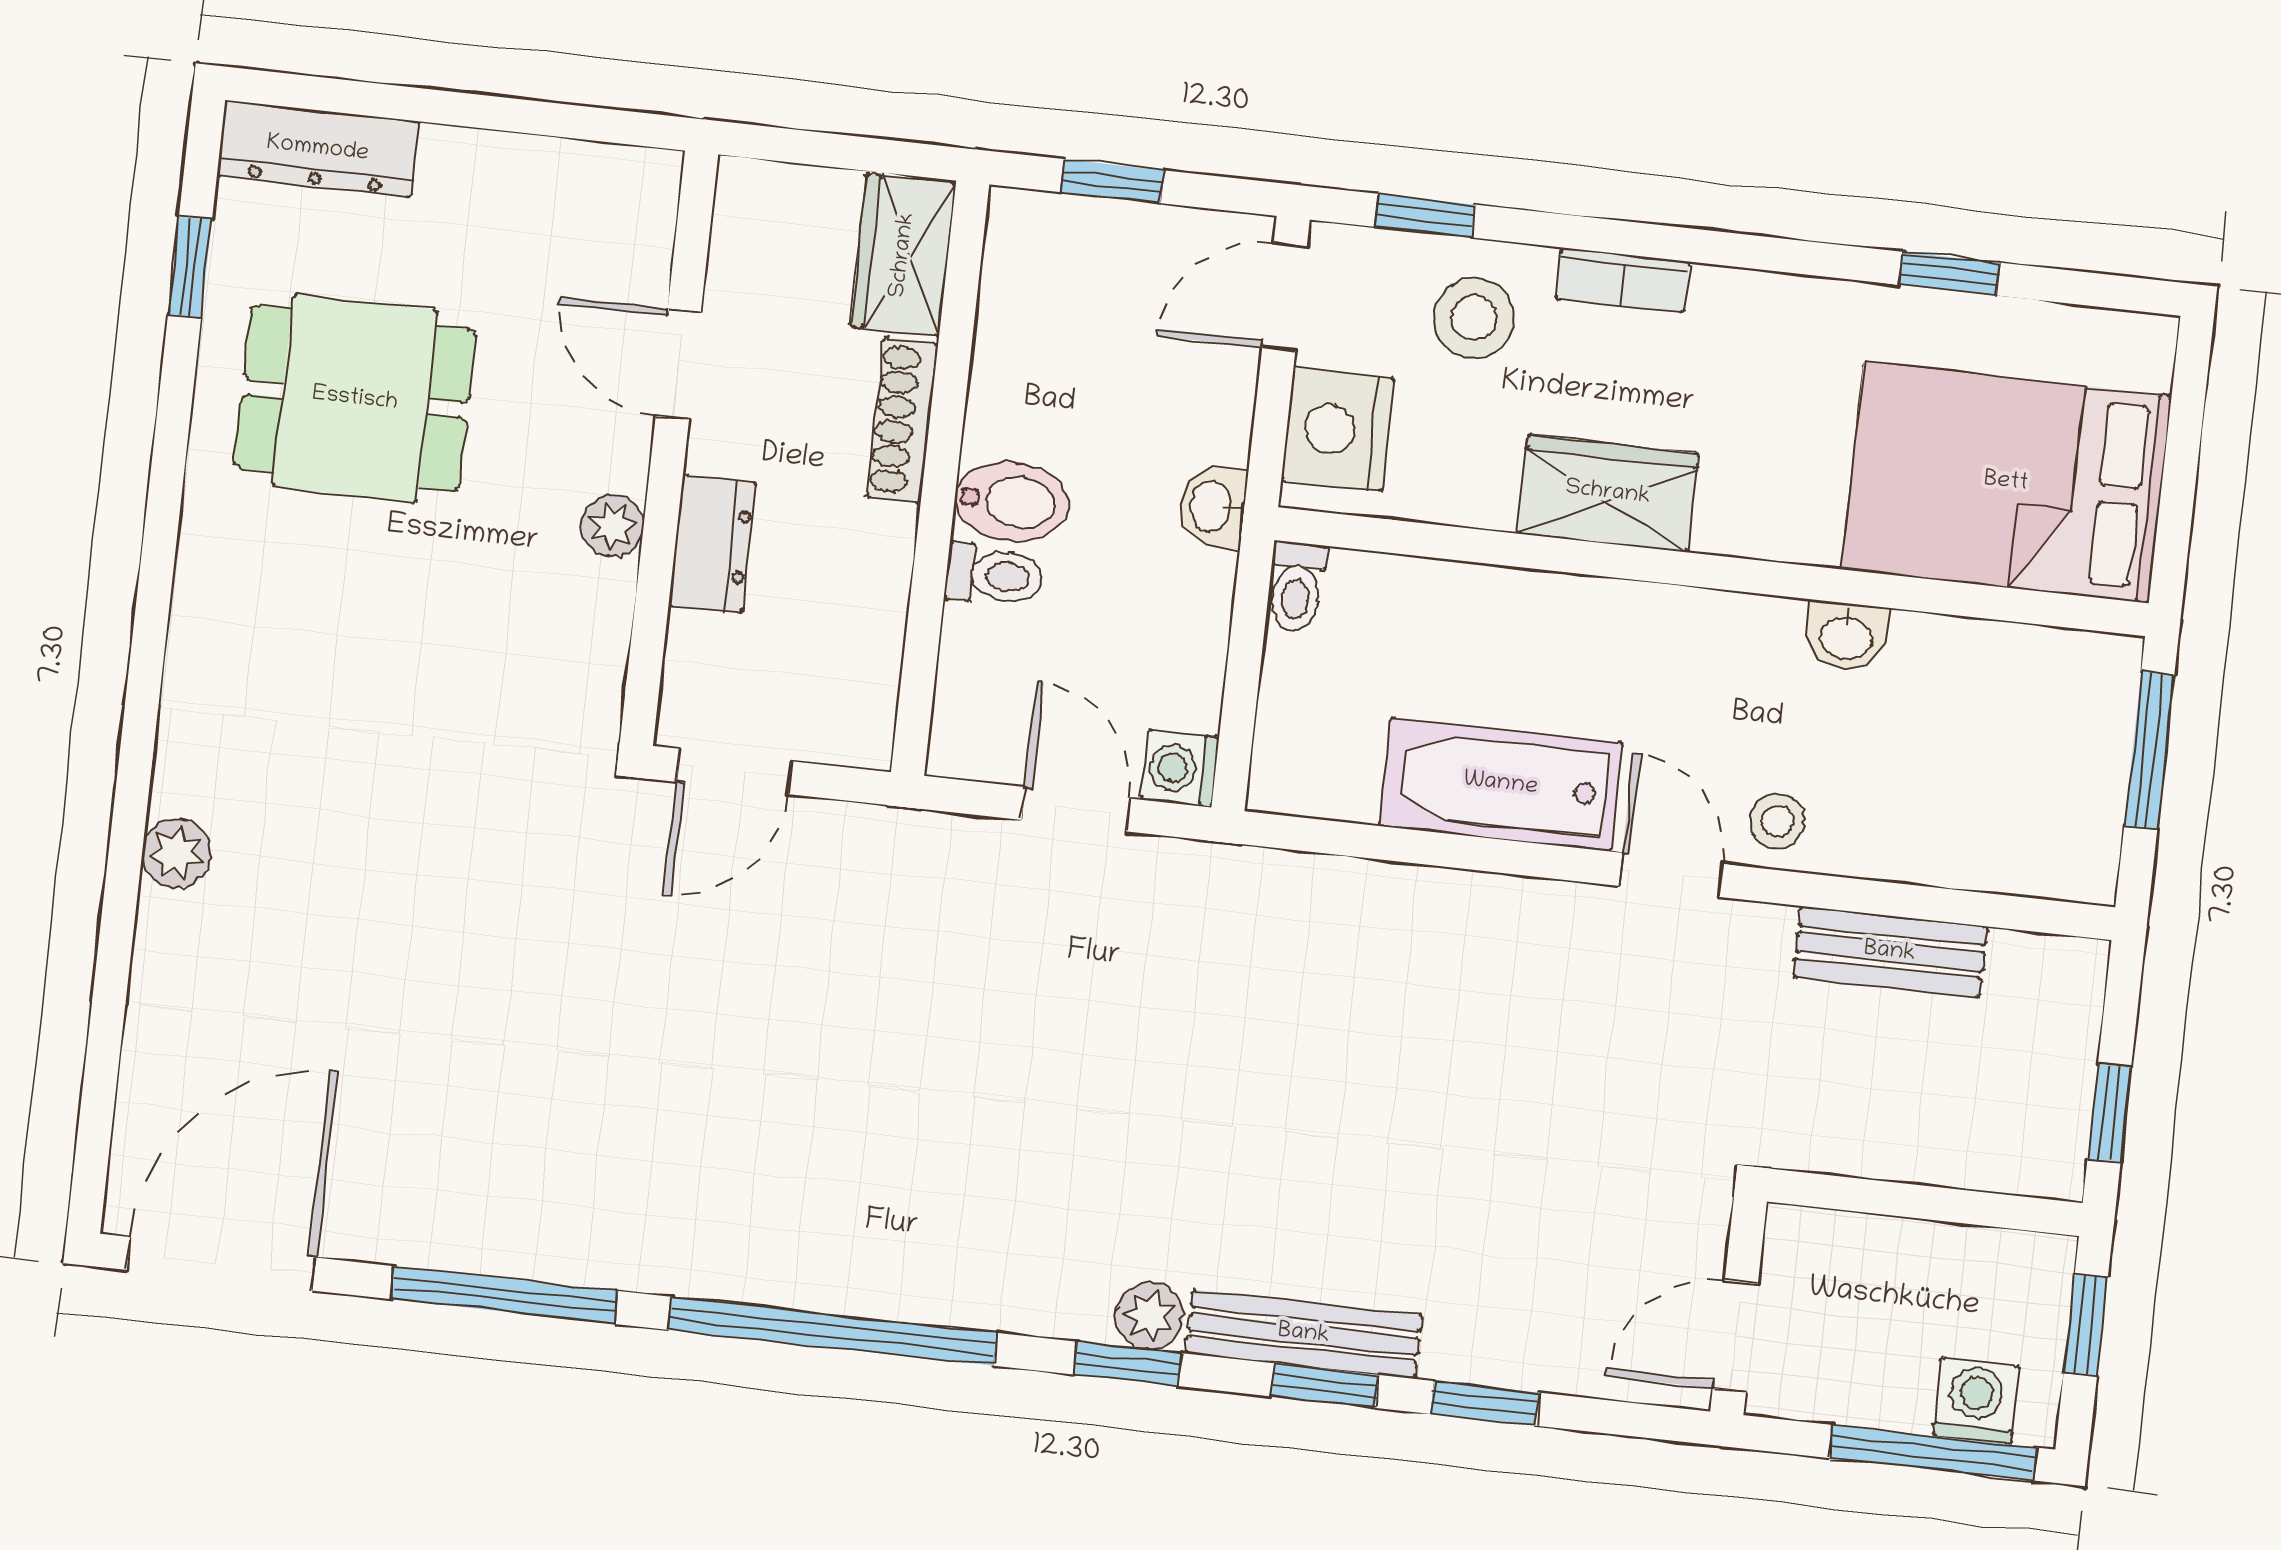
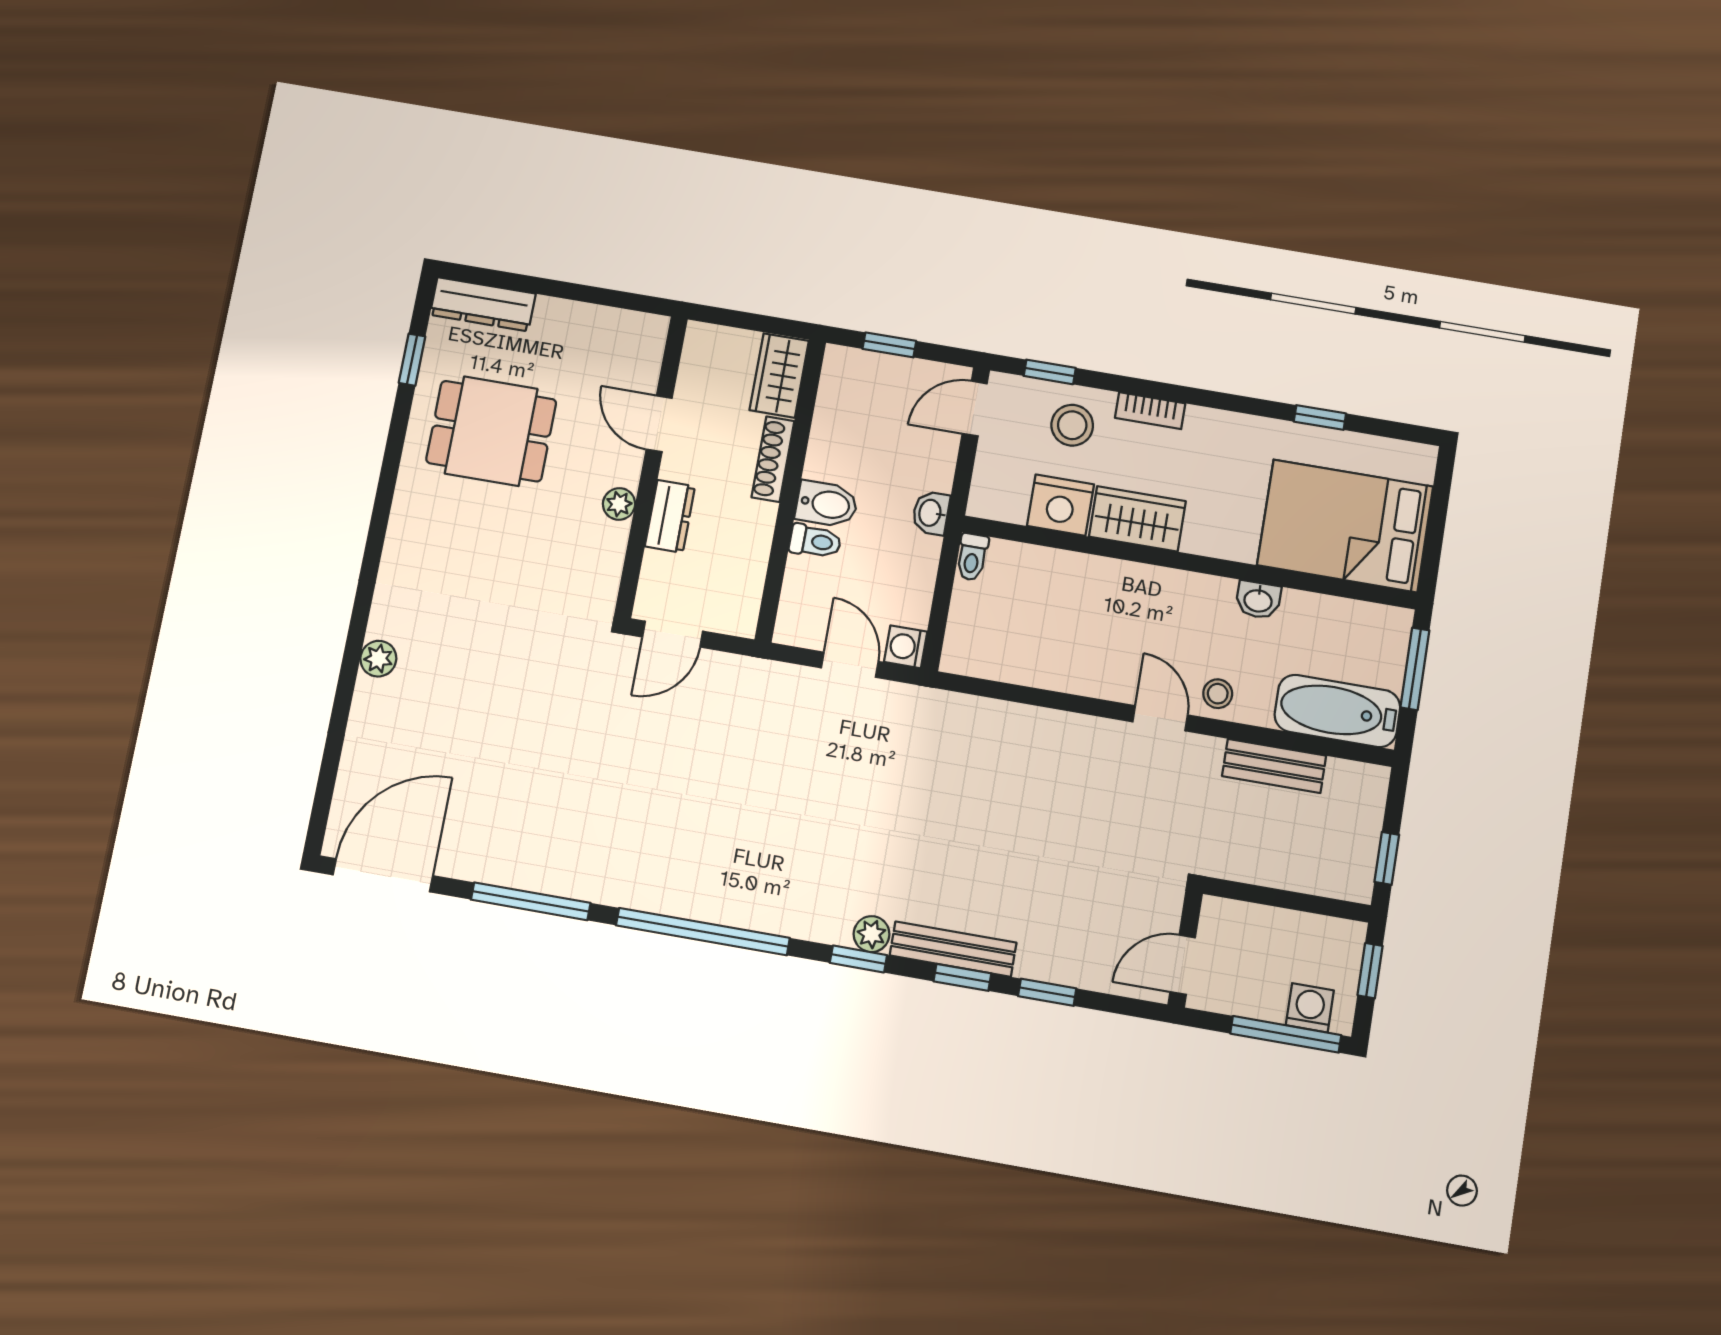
nightstand: (1338, 429) -> (1060, 505), moved, turned -90
bathtub: (1501, 784) -> (1337, 711), moved

